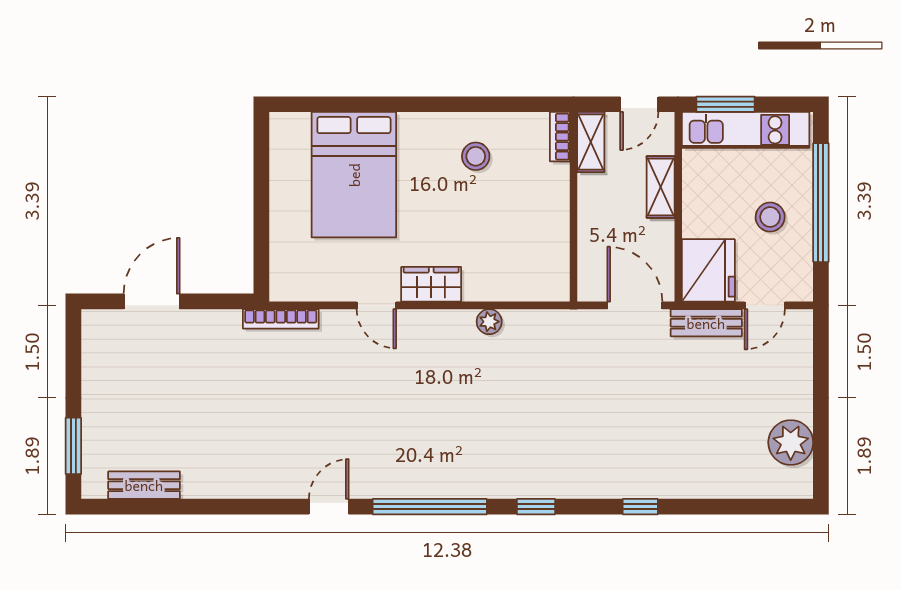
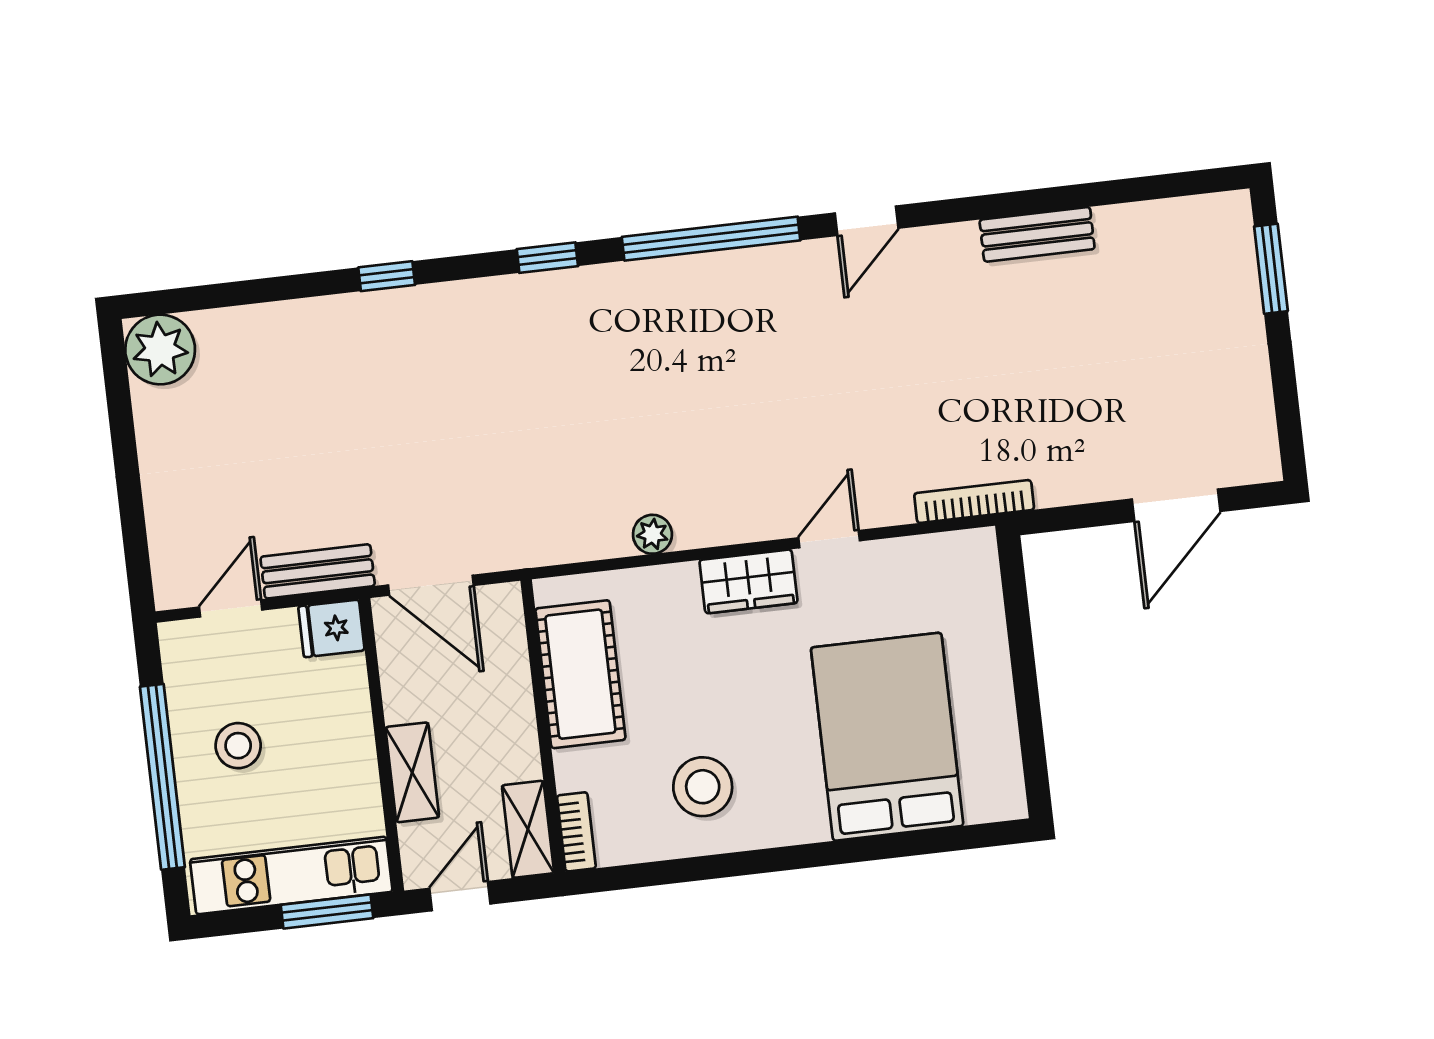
stool: (476, 156) -> (703, 787), width x1.38, depth x1.38
cot: (546, 237) -> (580, 674), added
fridge: (708, 270) -> (331, 628), width x0.53, depth x0.75
door: (376, 305) -> (829, 539), hinge flipped
plant: (791, 442) -> (160, 350), moved
bench: (144, 485) -> (1037, 234), moved

